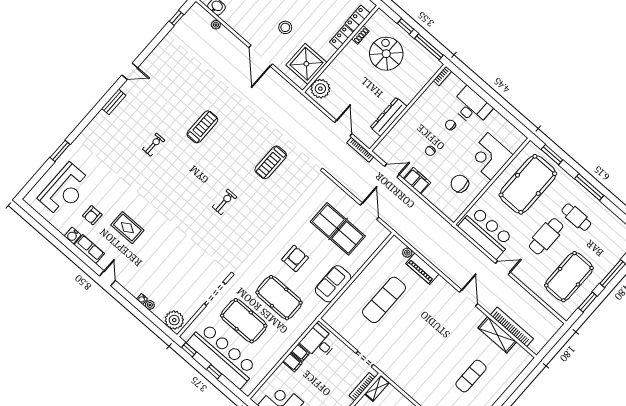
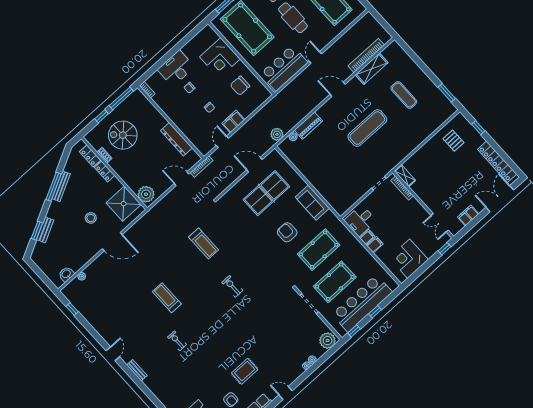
plant: (408, 233) -> (277, 134), added
exercise mat: (384, 300) -> (367, 128), moved, turned 90

